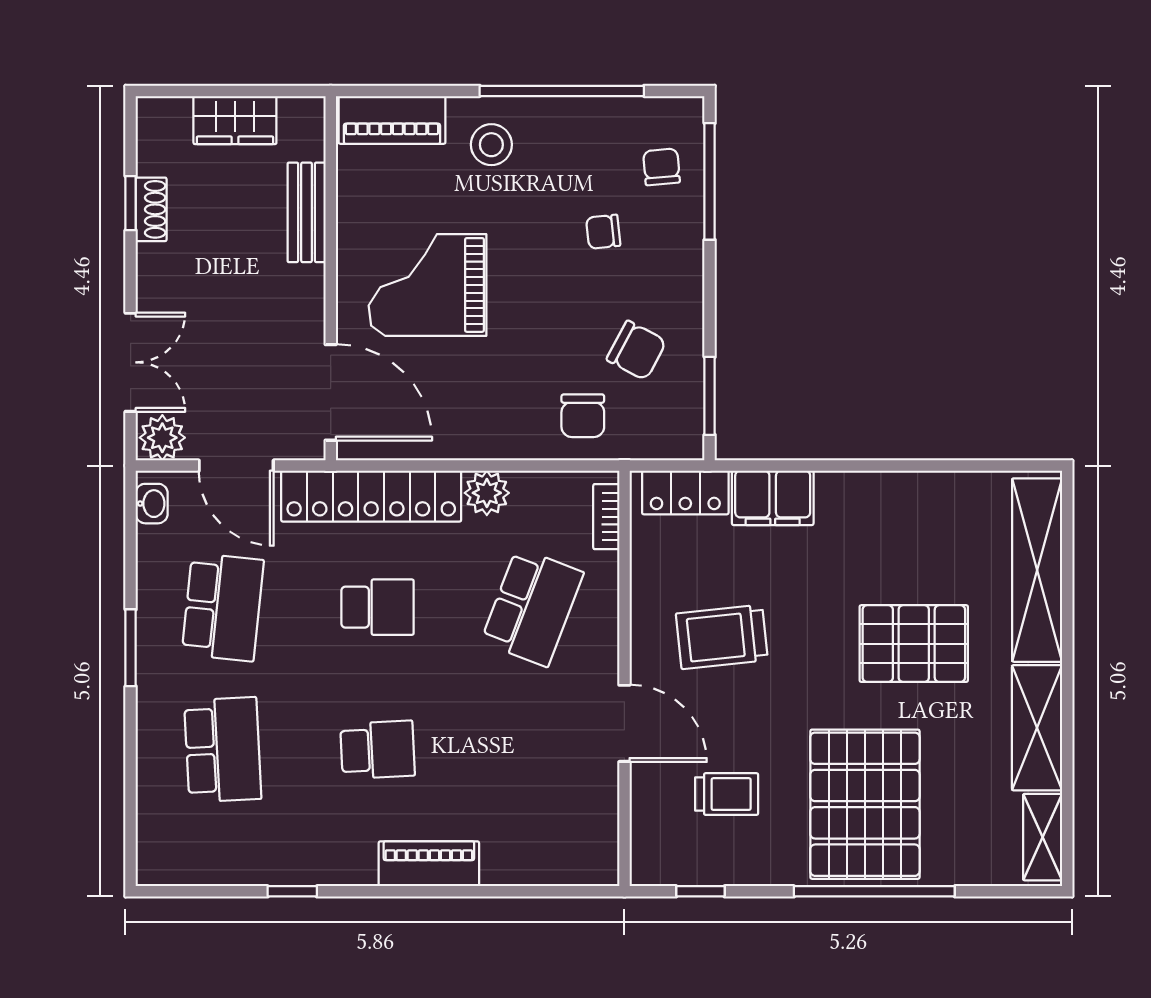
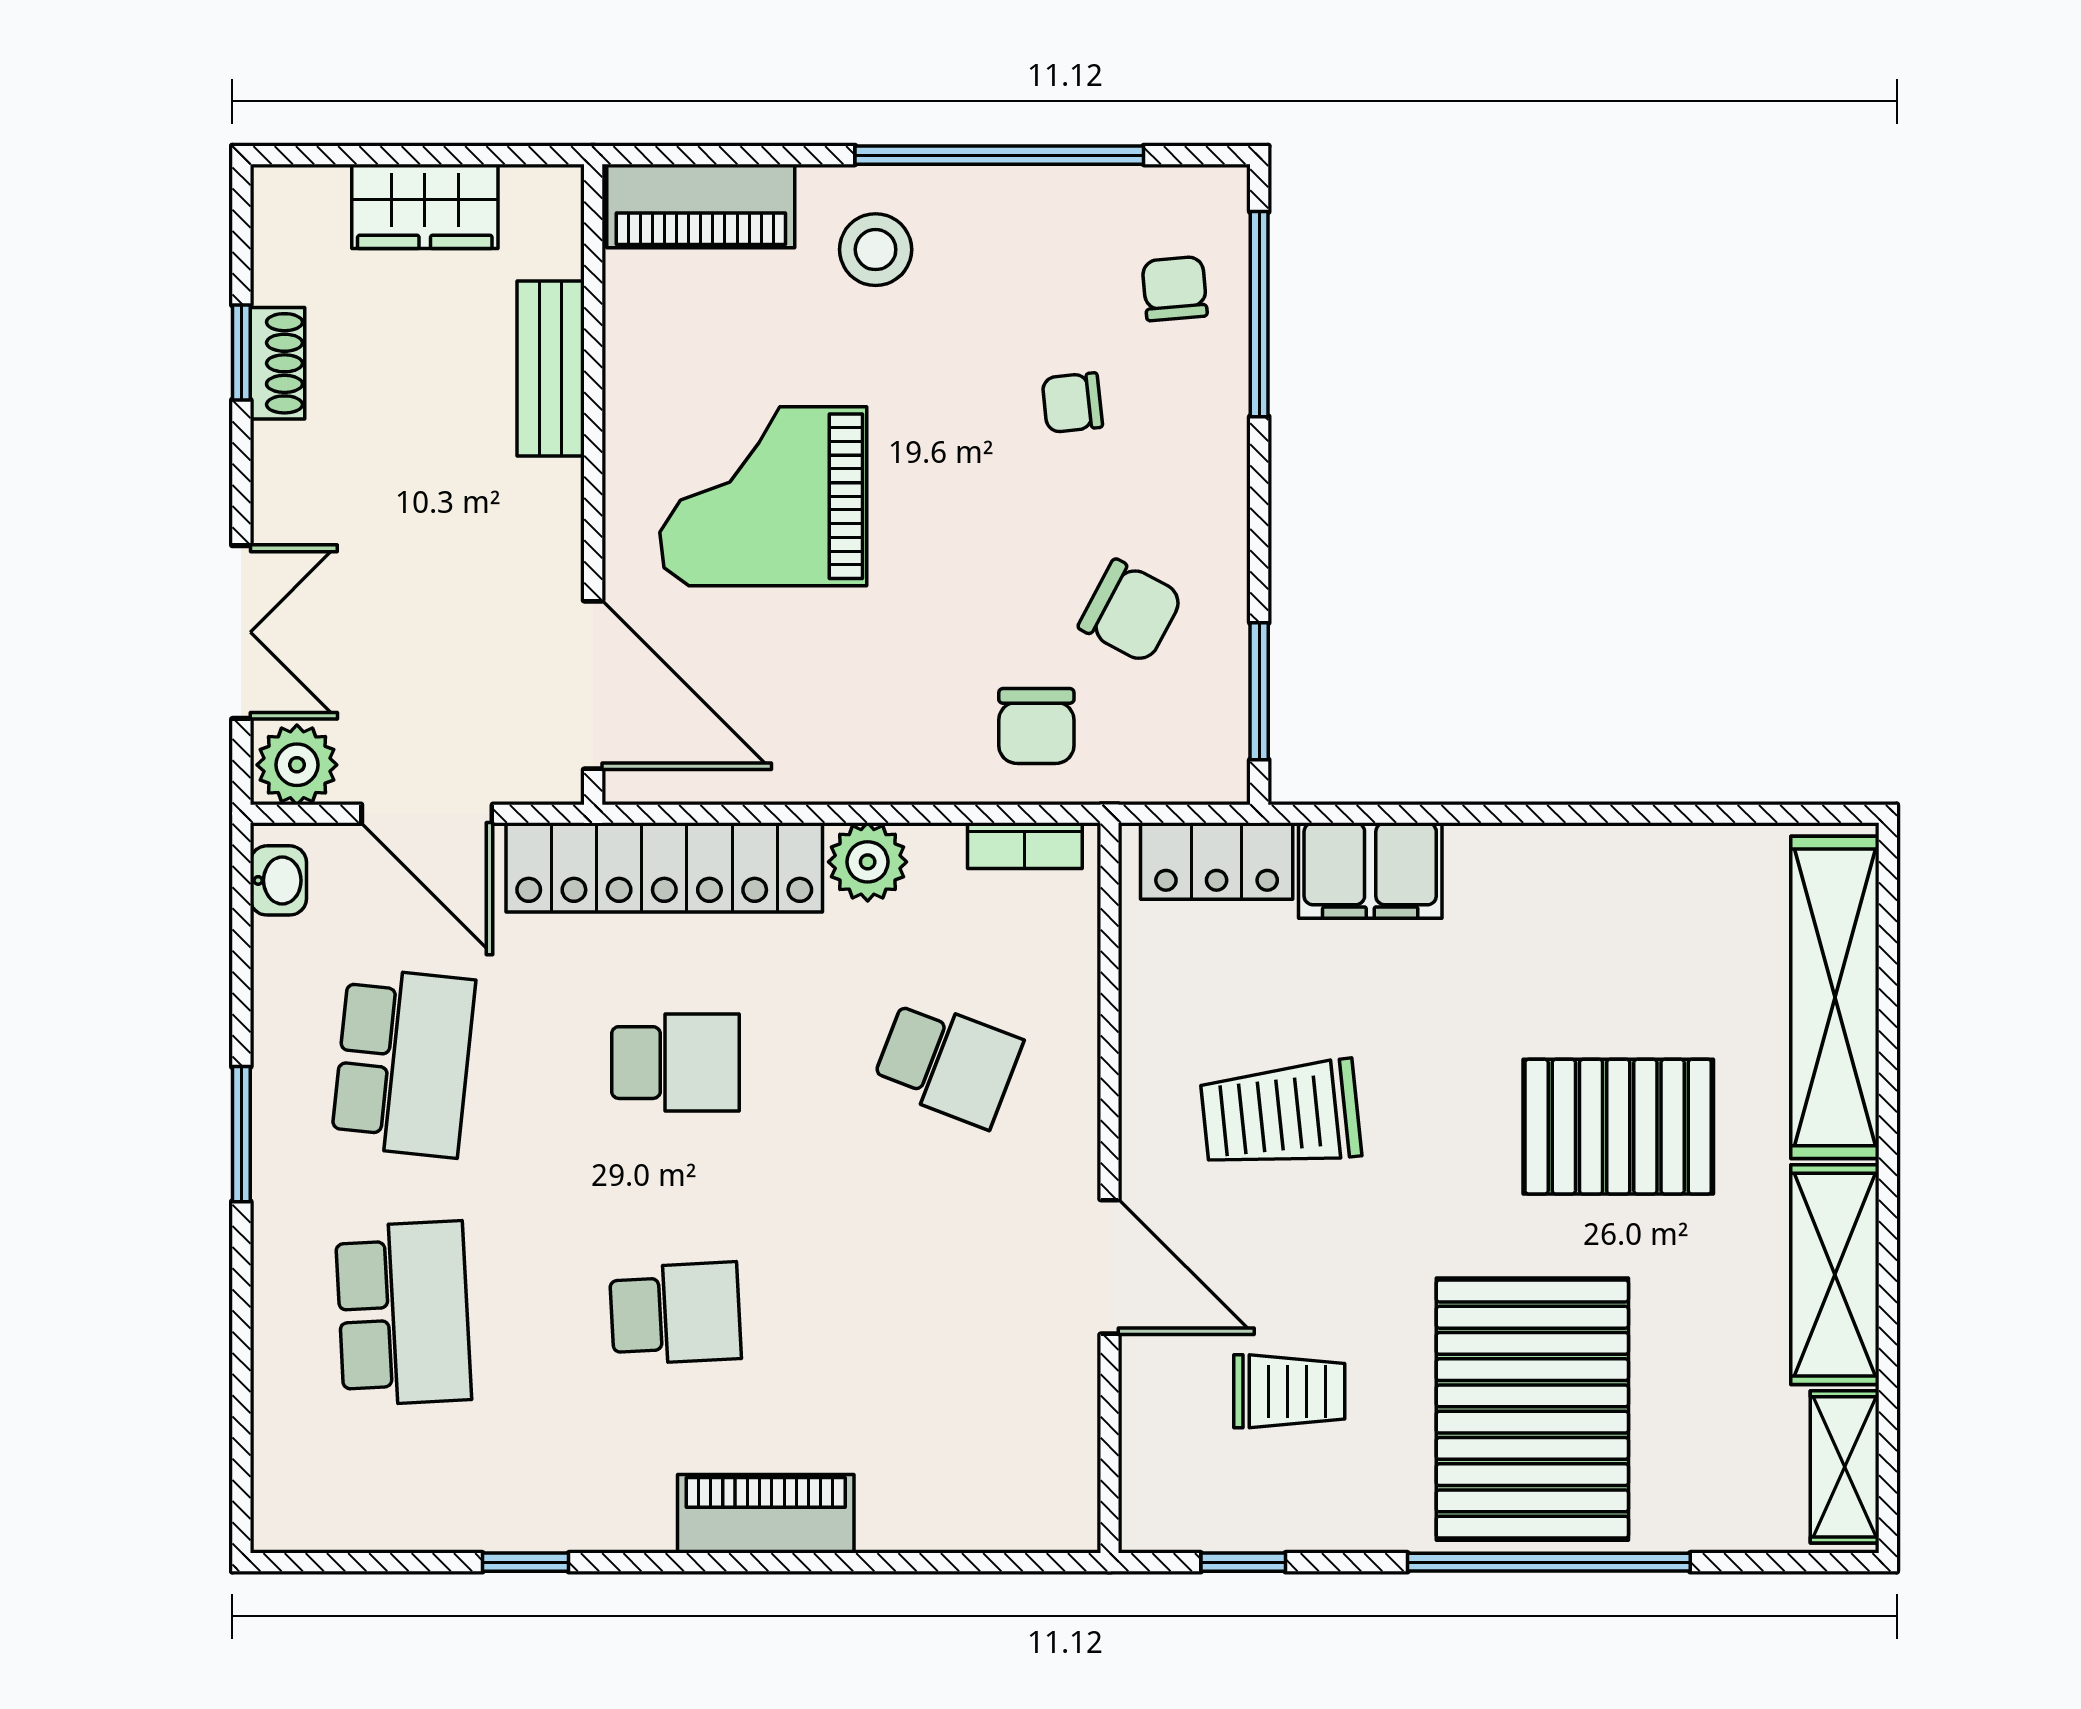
bookcase: (606, 517) -> (1025, 846), moved, turned -90
school desk: (532, 607) -> (947, 1063), width x0.54

